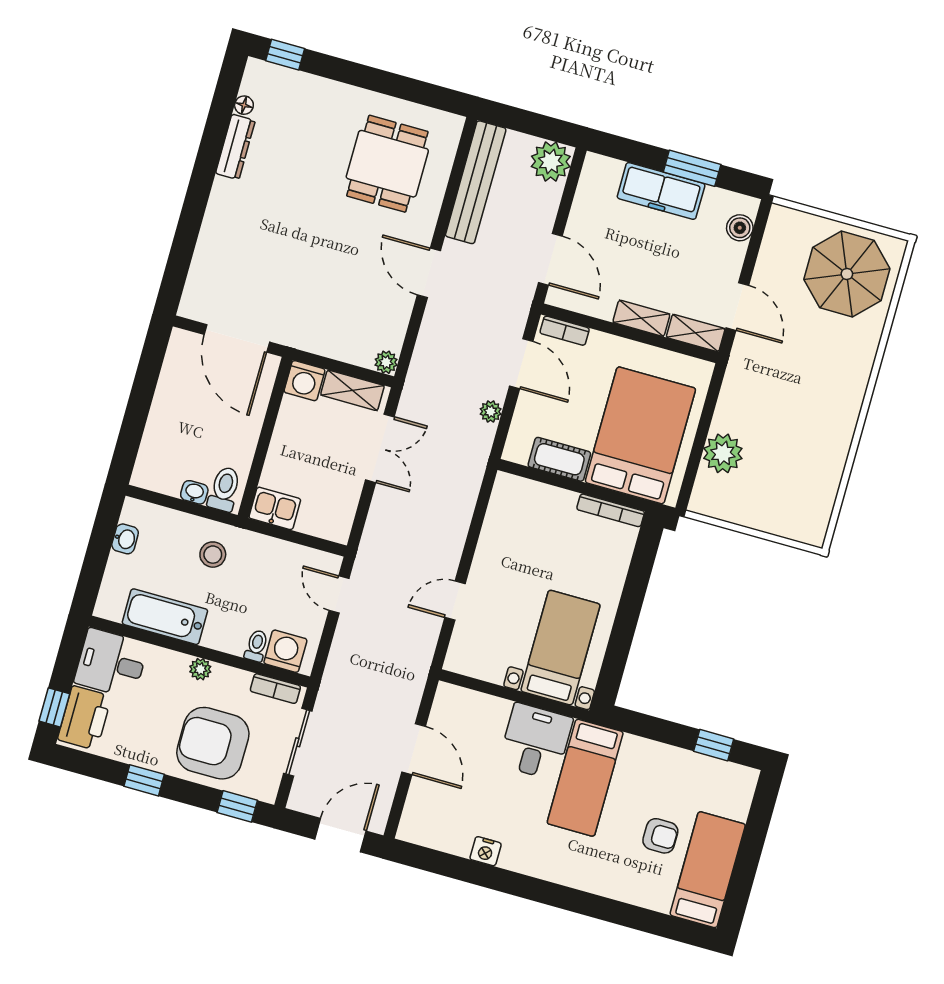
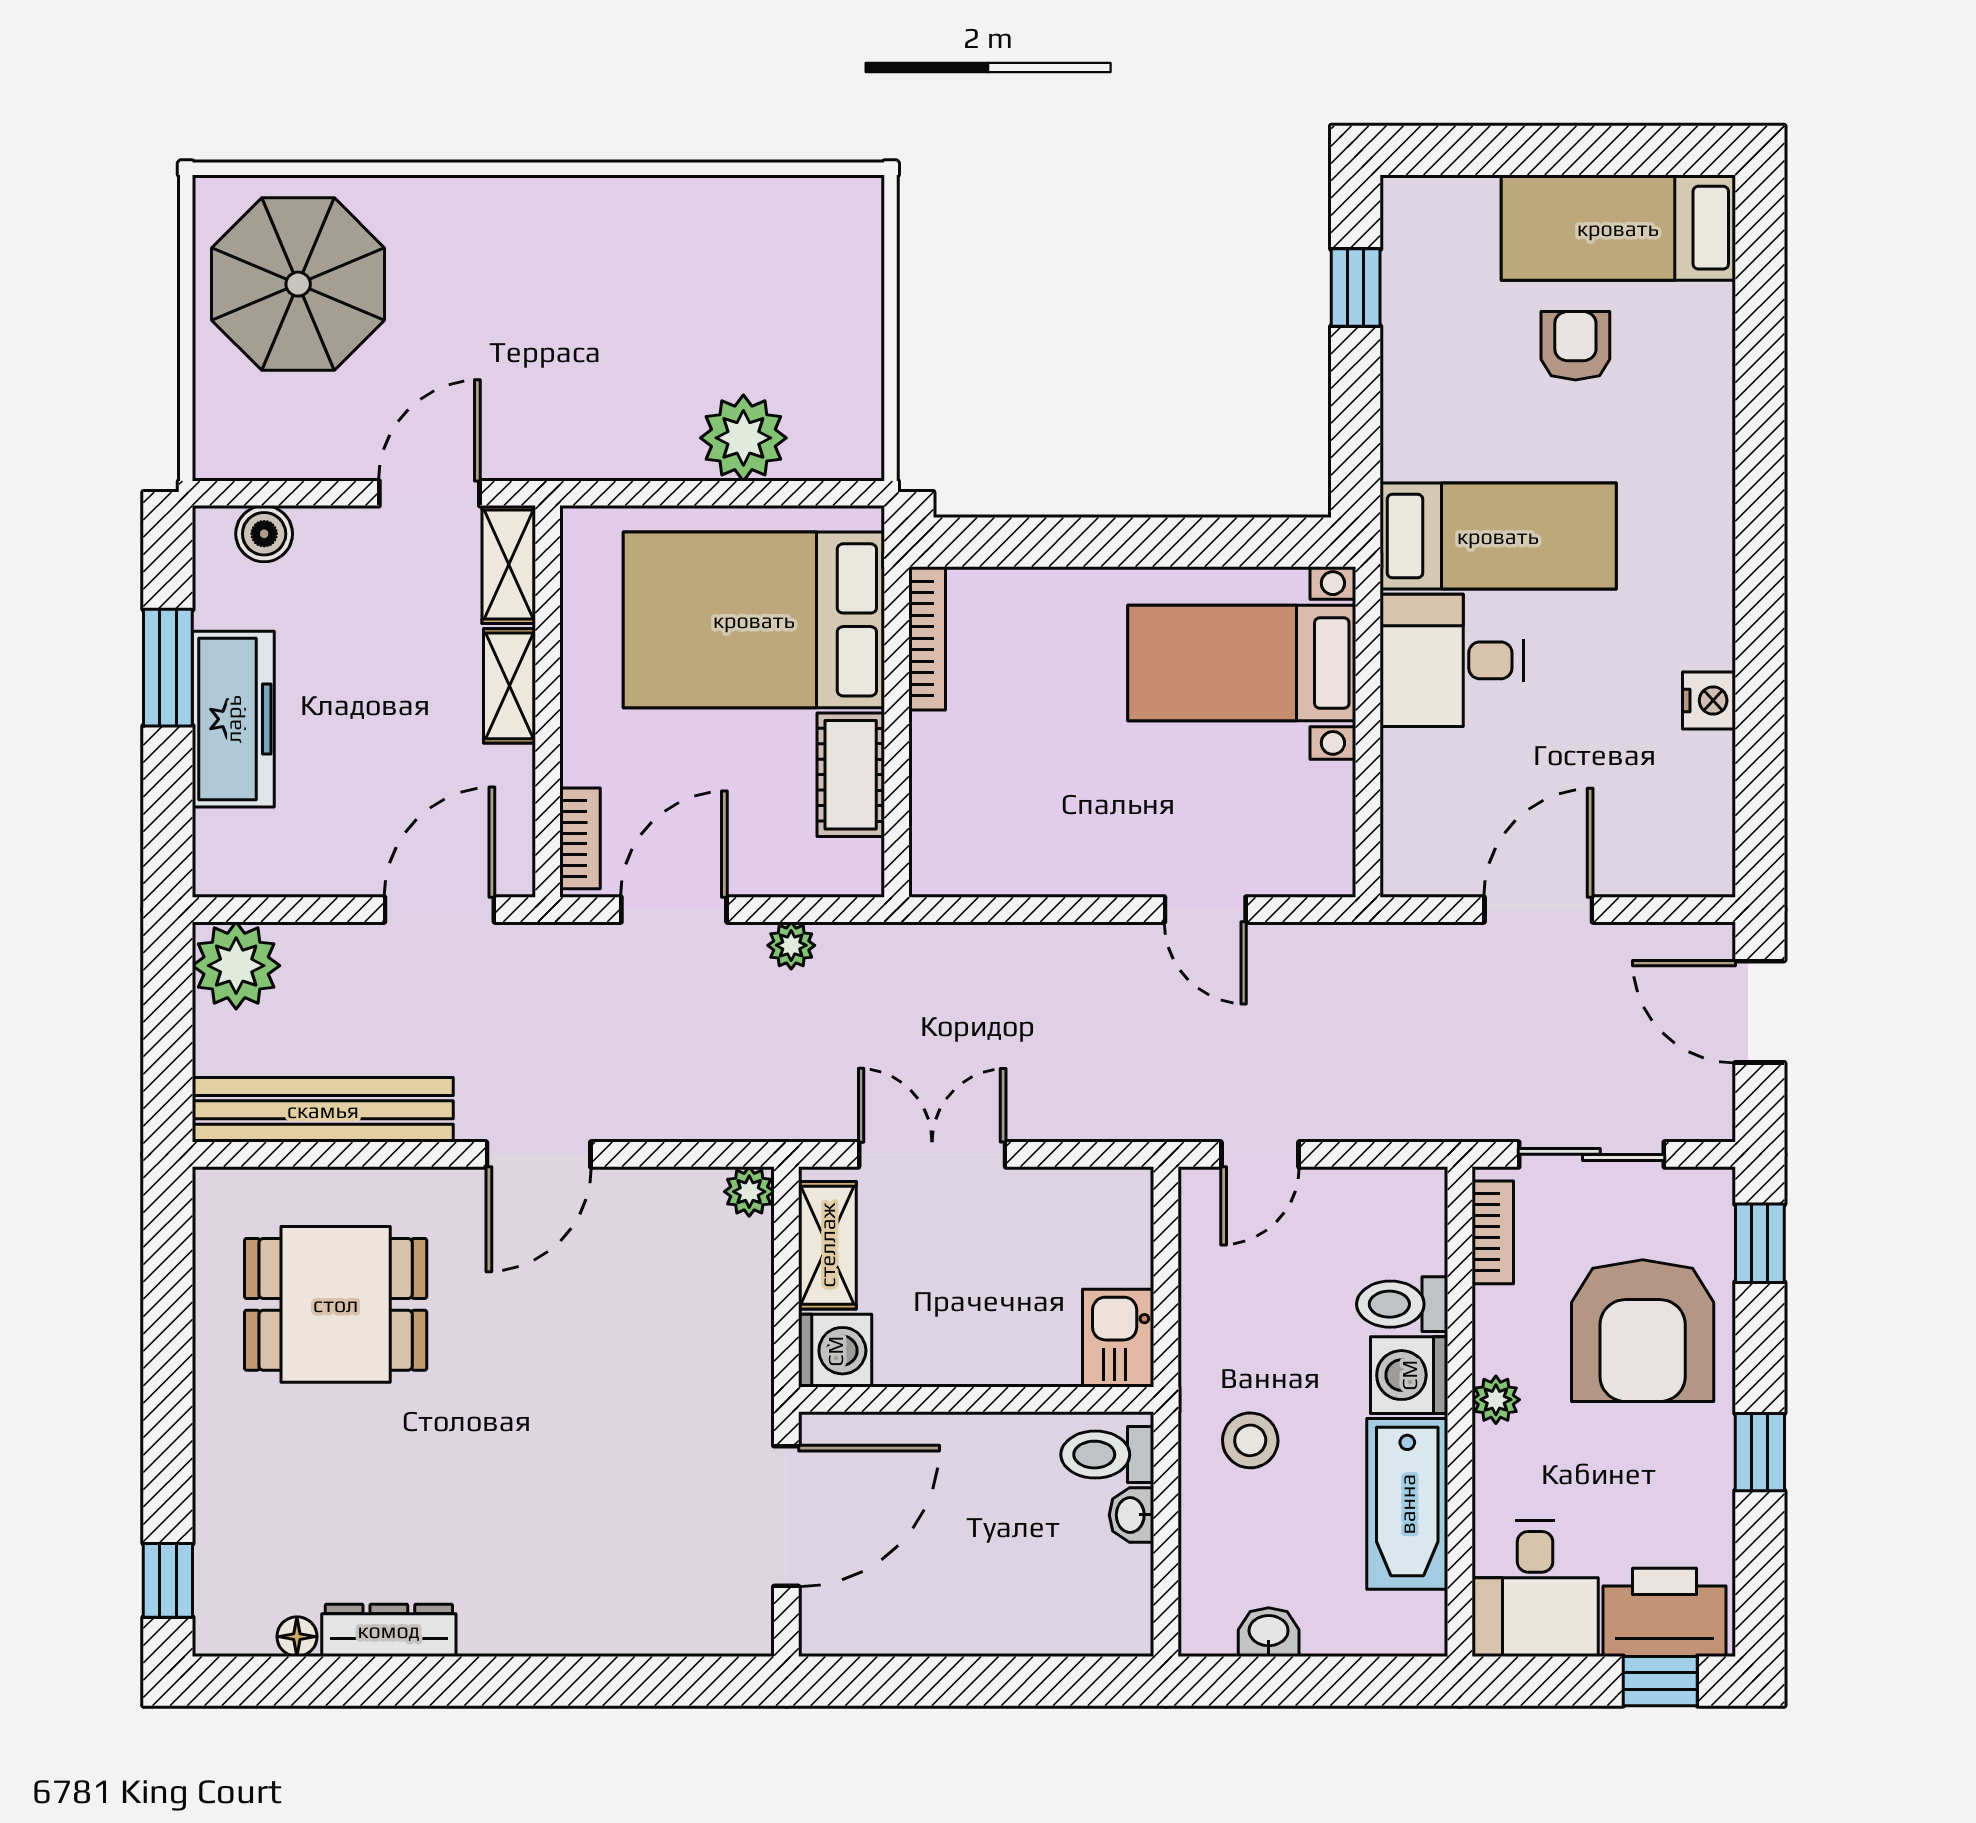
toilet: (256, 646) -> (1402, 1304), width x1.37, depth x1.39
washing machine: (285, 651) -> (1409, 1375), moved

